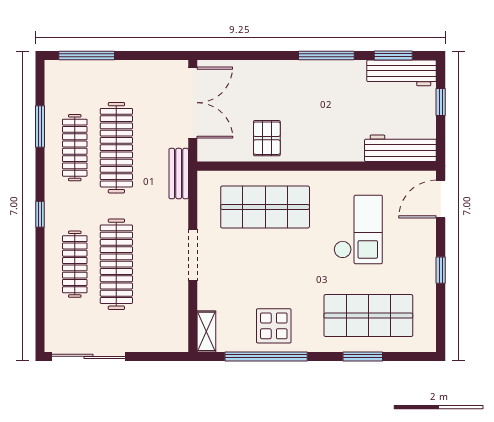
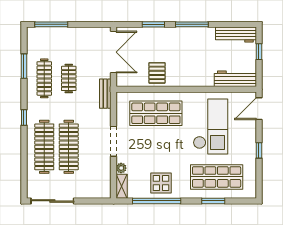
window: (393, 55) -> (153, 24), moved
clothes rail: (116, 148) -> (69, 78), width x0.54, depth x0.76
checkout: (358, 230) -> (211, 127), width x1.36, depth x1.21
clothes rail: (75, 264) -> (44, 147), width x1.37, depth x1.31
plant: (206, 300) -> (121, 168), added

